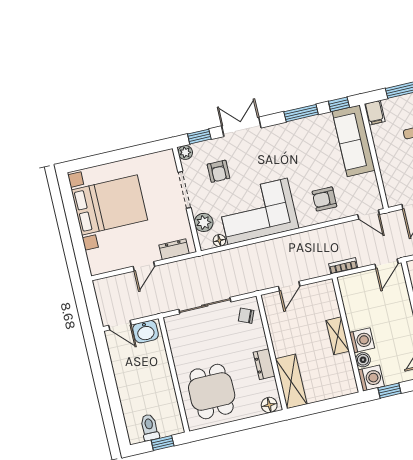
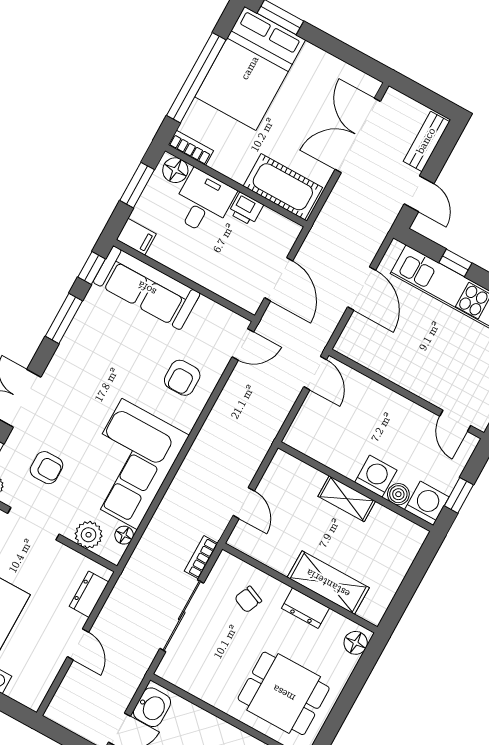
bookcase: (343, 266) -> (201, 557), moved
chair: (246, 316) -> (248, 599), moved
shelving: (291, 381) -> (328, 583), moved

